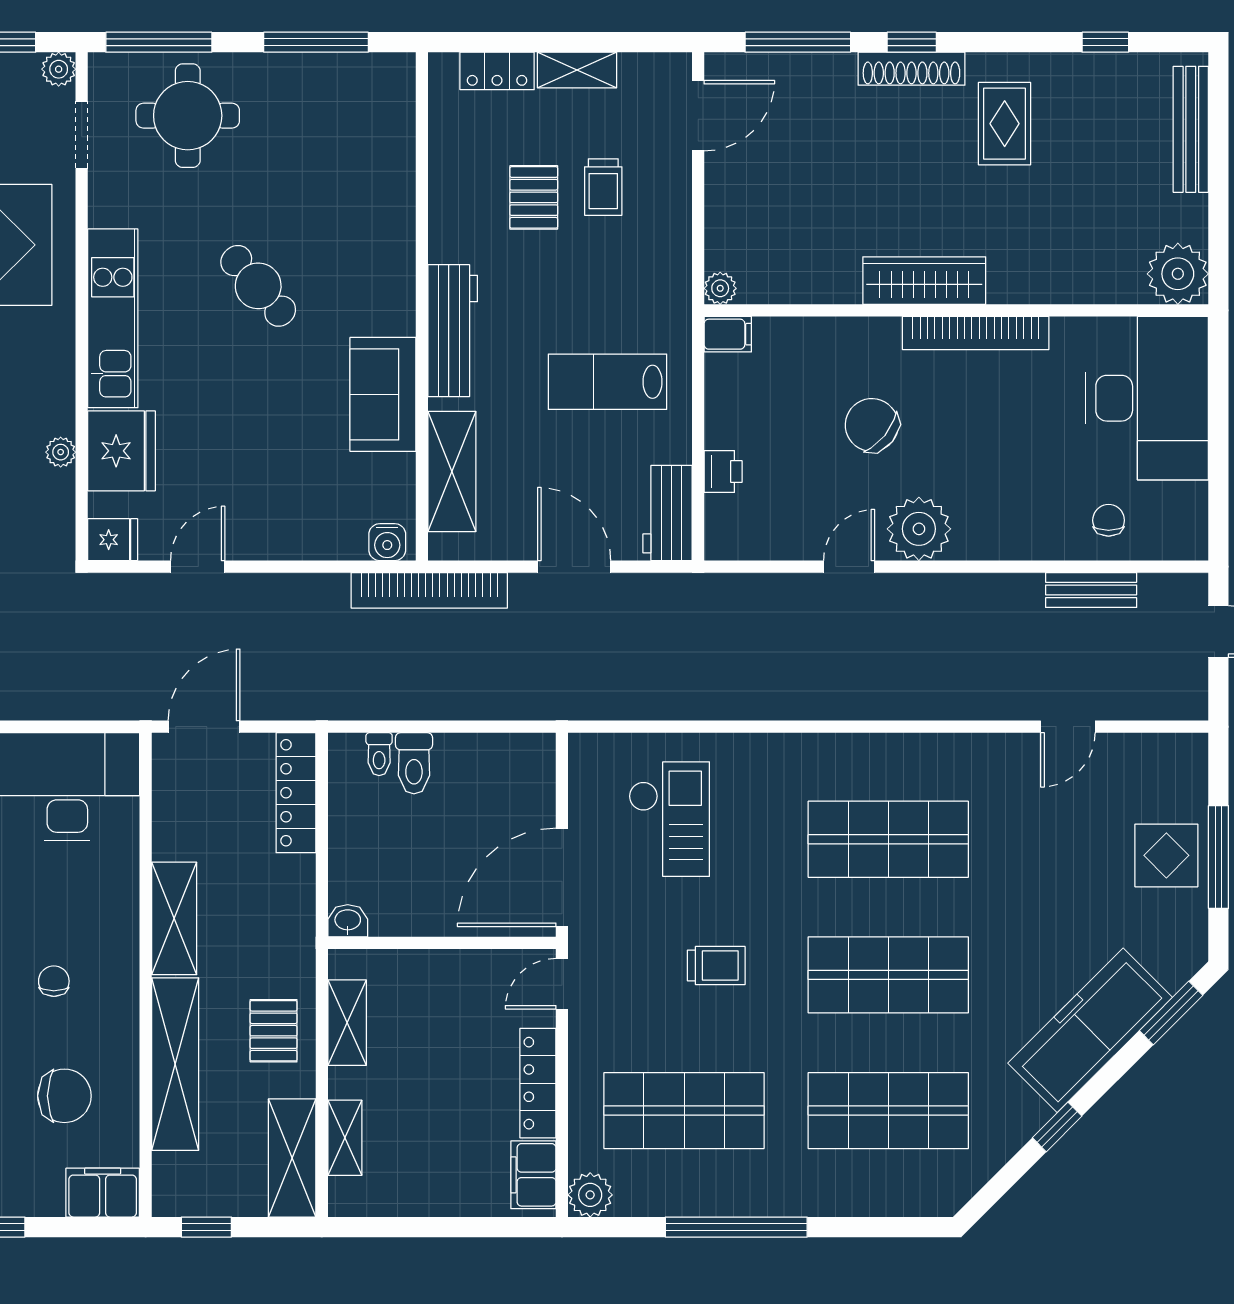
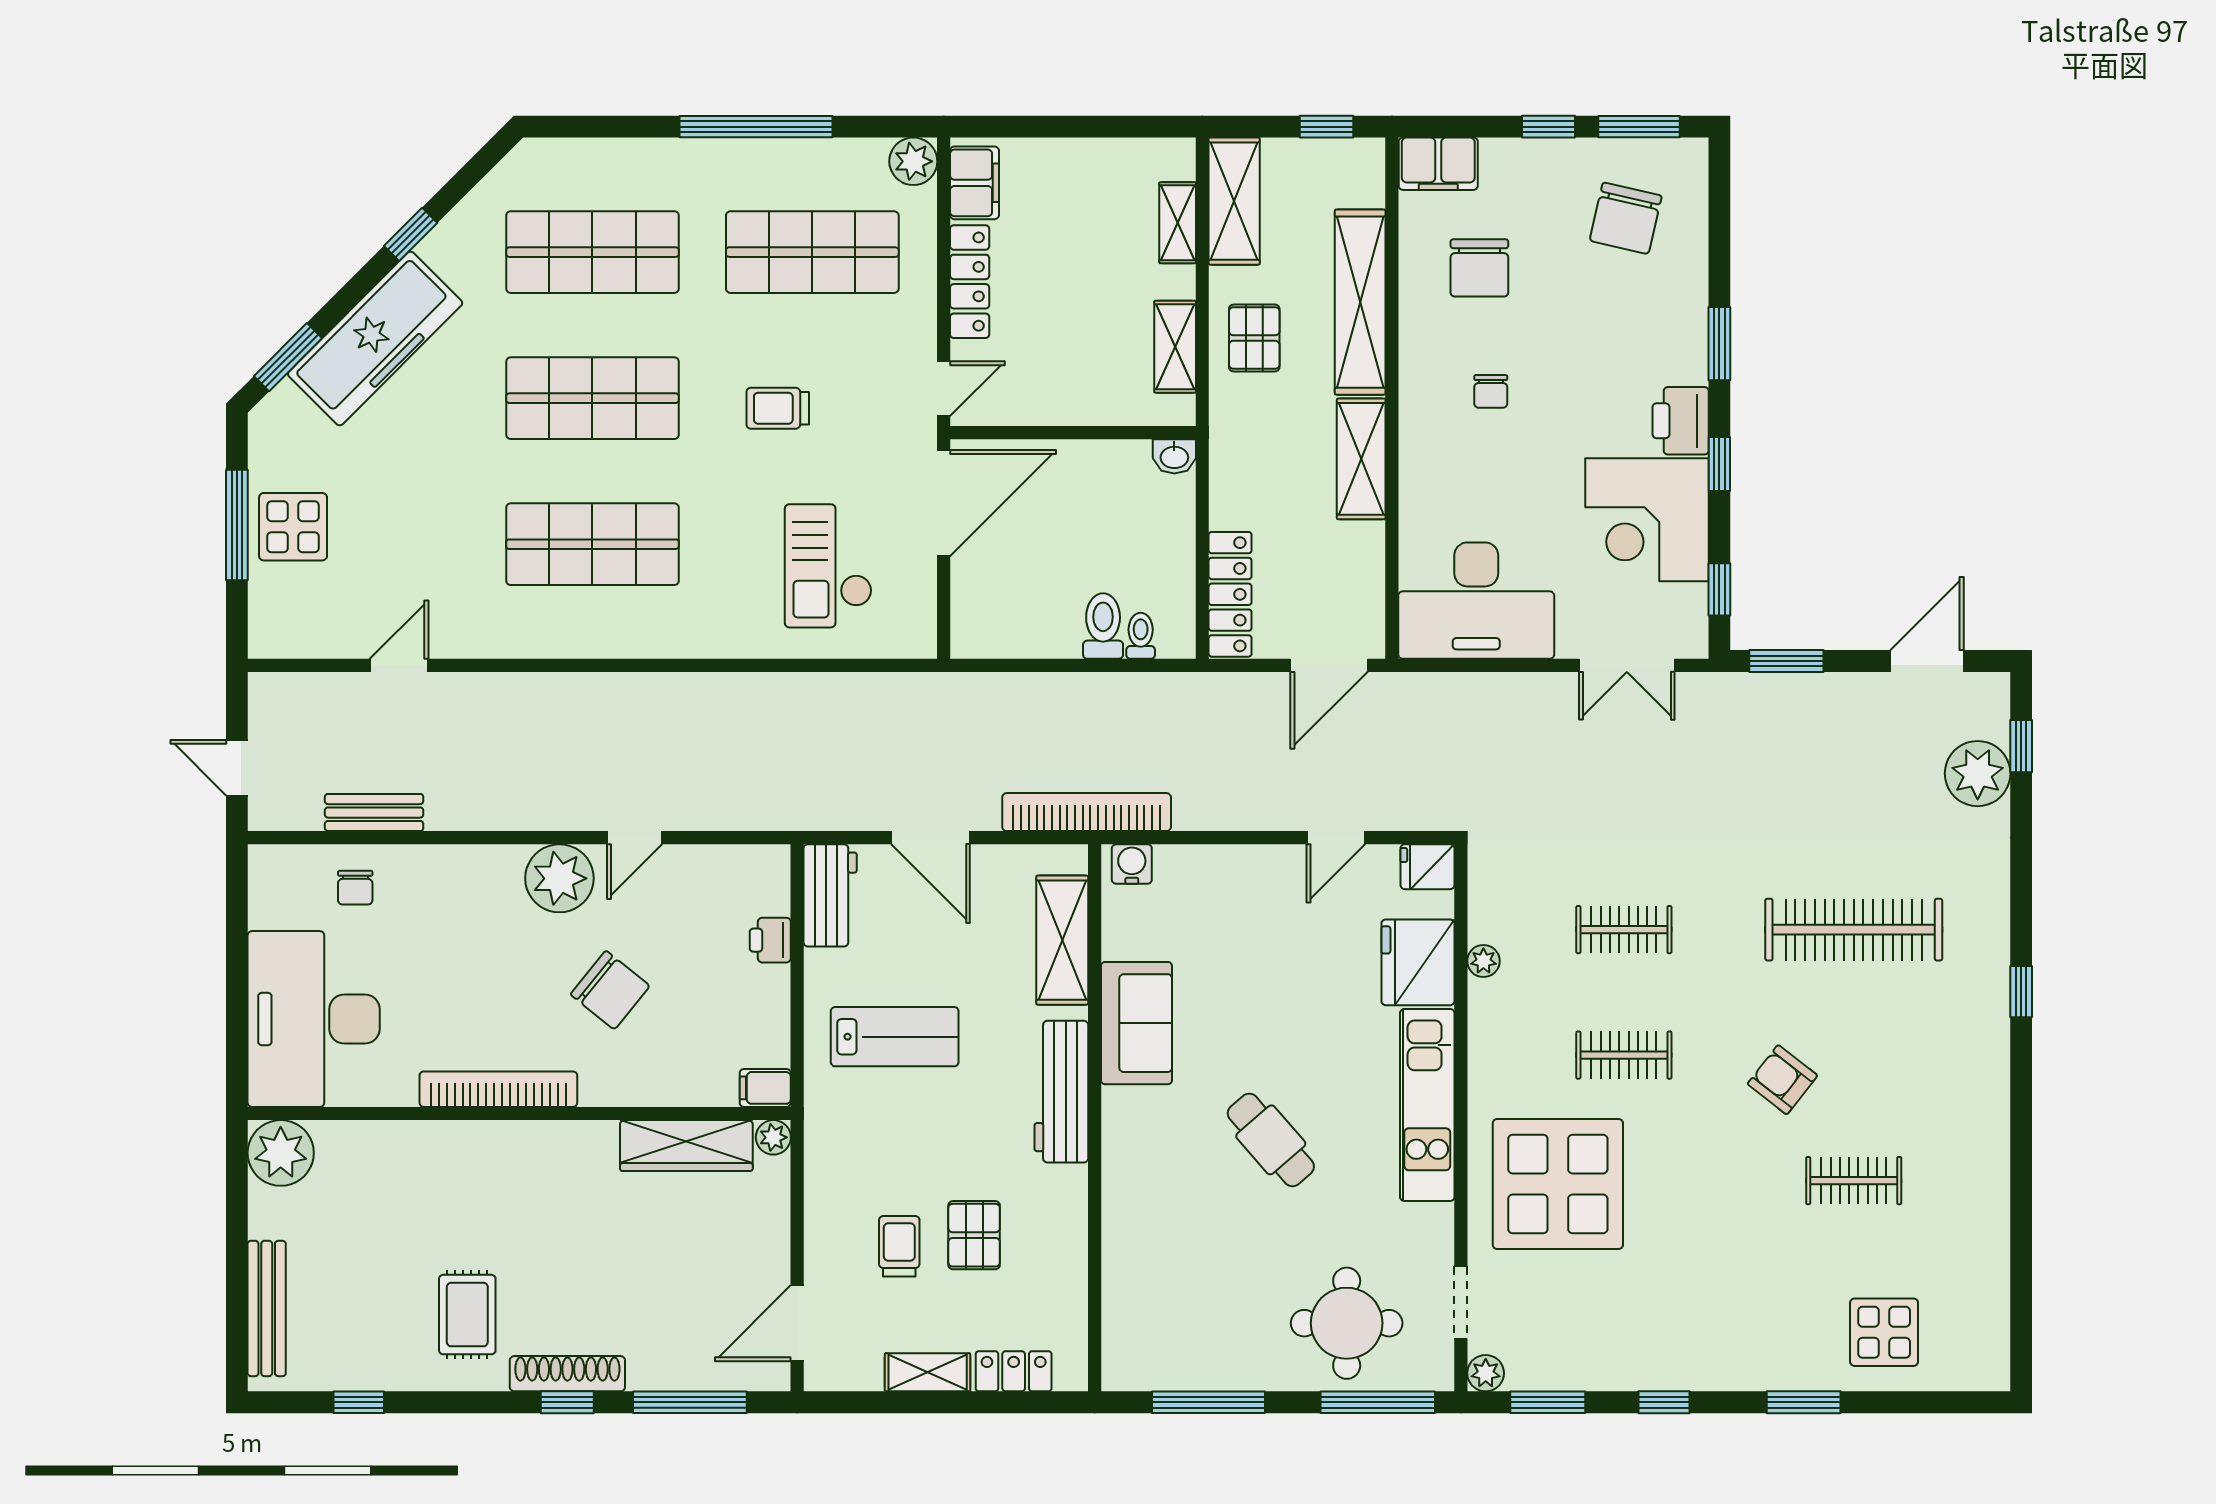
wardrobe: (924, 281) -> (686, 1146), moved
chair: (64, 1096) -> (1479, 268), turned -90

